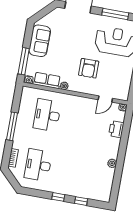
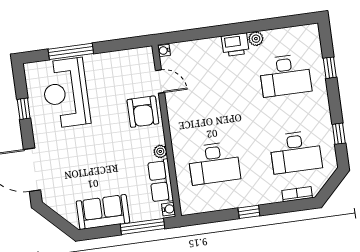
window: (115, 14) -> (24, 109), width x0.46
armchair: (89, 68) -> (143, 112), moved, turned 90
window: (12, 126) -> (249, 212), width x0.46
printer: (116, 129) -> (235, 45), moved
desk: (85, 173) -> (285, 75), added
window: (58, 197) -> (339, 134), moved

